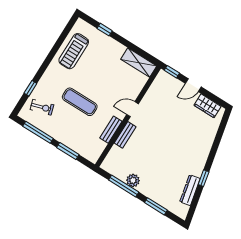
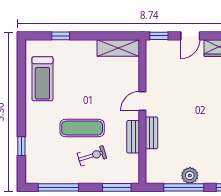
exercise bike: (42, 107) -> (92, 156), moved
window: (68, 151) -> (117, 187), moved

